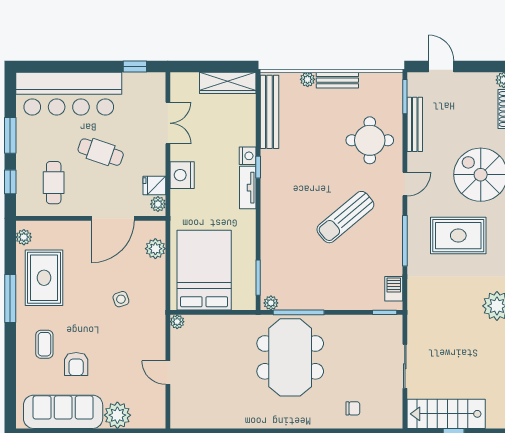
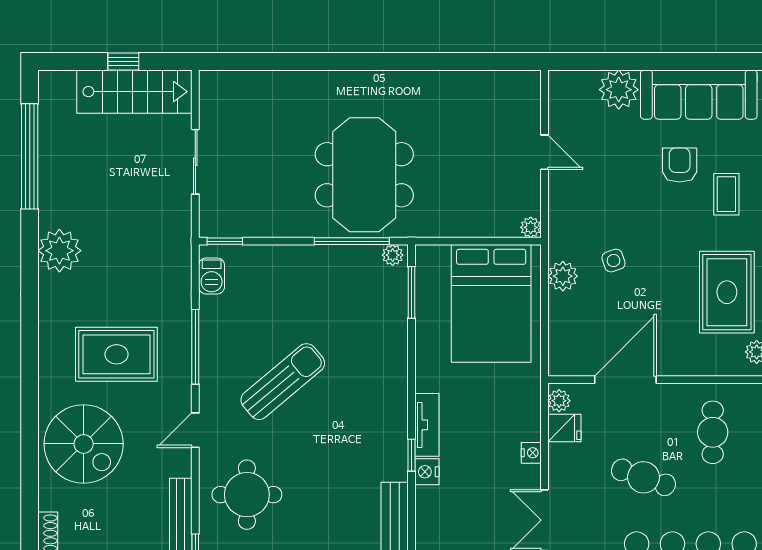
nightstand: (182, 175) -> (531, 453), width x0.53, depth x0.56
plant: (155, 249) -> (563, 276), moved
chair: (353, 408) -> (272, 100), removed

